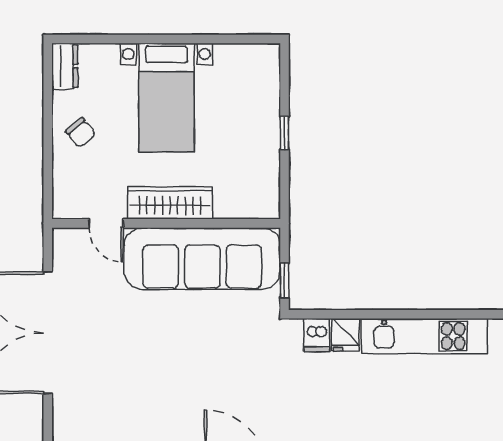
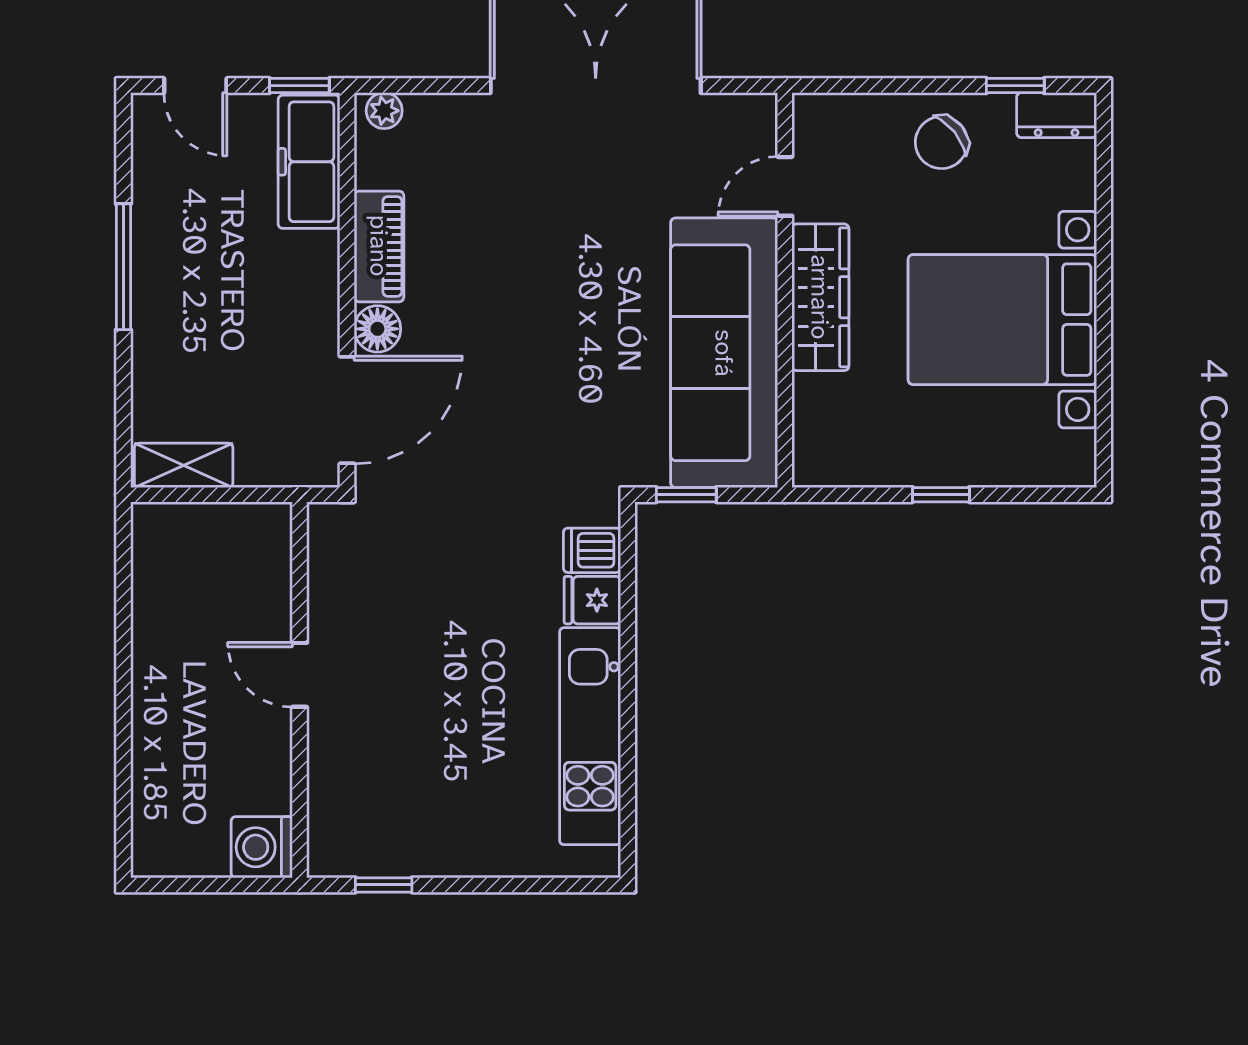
window: (48, 90) -> (1015, 86), added
bed with nightstands: (167, 97) -> (1002, 320), width x1.36
chair: (81, 133) -> (941, 142), width x1.37, depth x1.37

